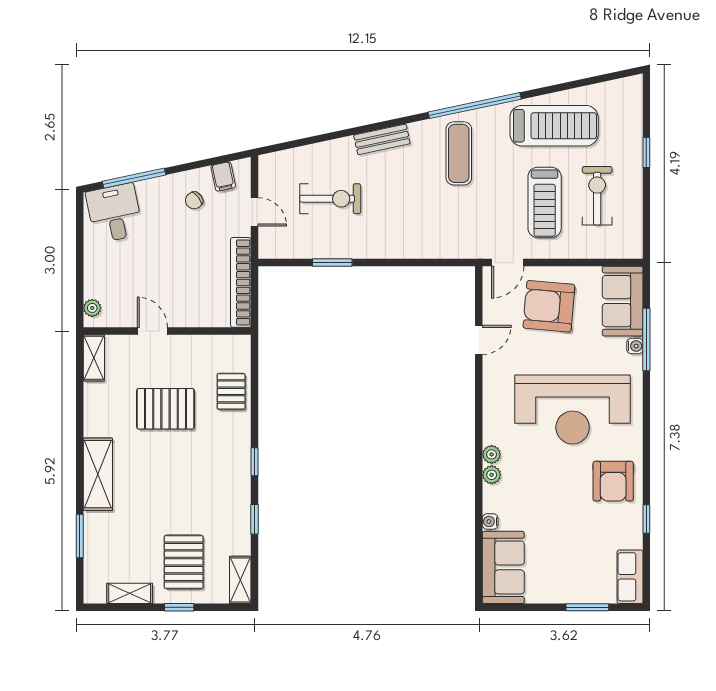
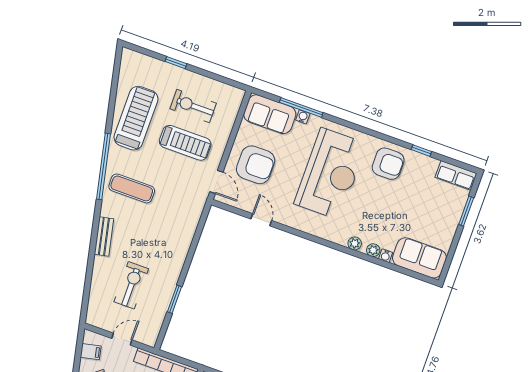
armchair: (549, 306) -> (256, 165), turned -95
plant: (492, 454) -> (373, 250), moved

